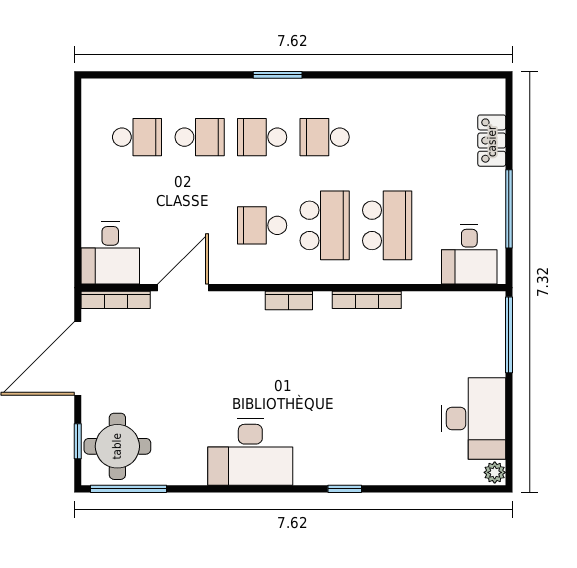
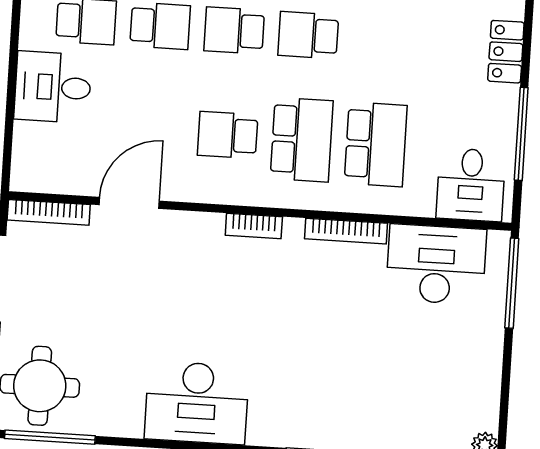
desk: (110, 253) -> (53, 87), moved, turned 90
desk: (473, 418) -> (436, 264), moved, turned -90

